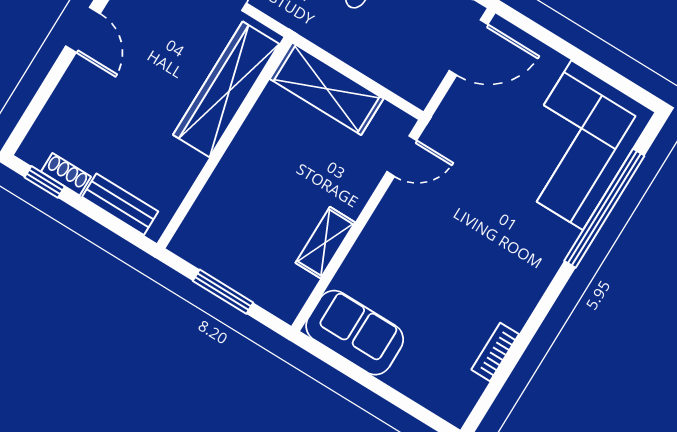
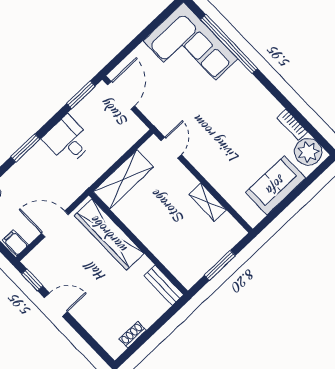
window: (45, 182) -> (134, 348), removed
bench: (120, 204) -> (164, 285), moved, turned 90
sofa: (355, 333) -> (276, 185), moved
plant: (456, 391) -> (308, 152), added

